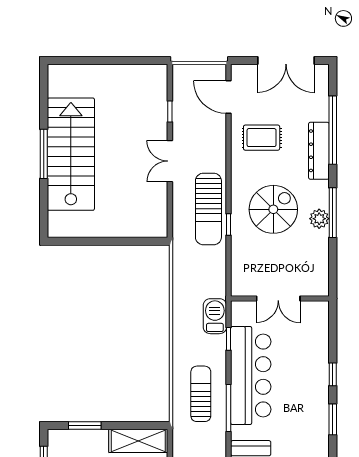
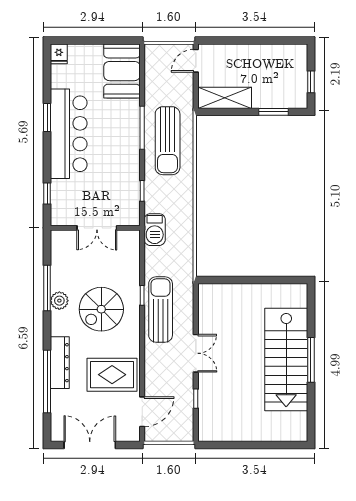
door: (229, 97) -> (142, 412), hinge flipped
rug: (262, 138) -> (112, 375), width x1.36, depth x1.43
window: (333, 213) -> (47, 288), moved
double door: (278, 299) -> (97, 228), swing flipped
barbecue: (215, 316) -> (155, 230), moved
window: (333, 374) -> (47, 194), moved
bar counter: (251, 375) -> (69, 134), moved, turned 180
sun lounger: (201, 394) -> (168, 141), width x1.36, depth x1.34

